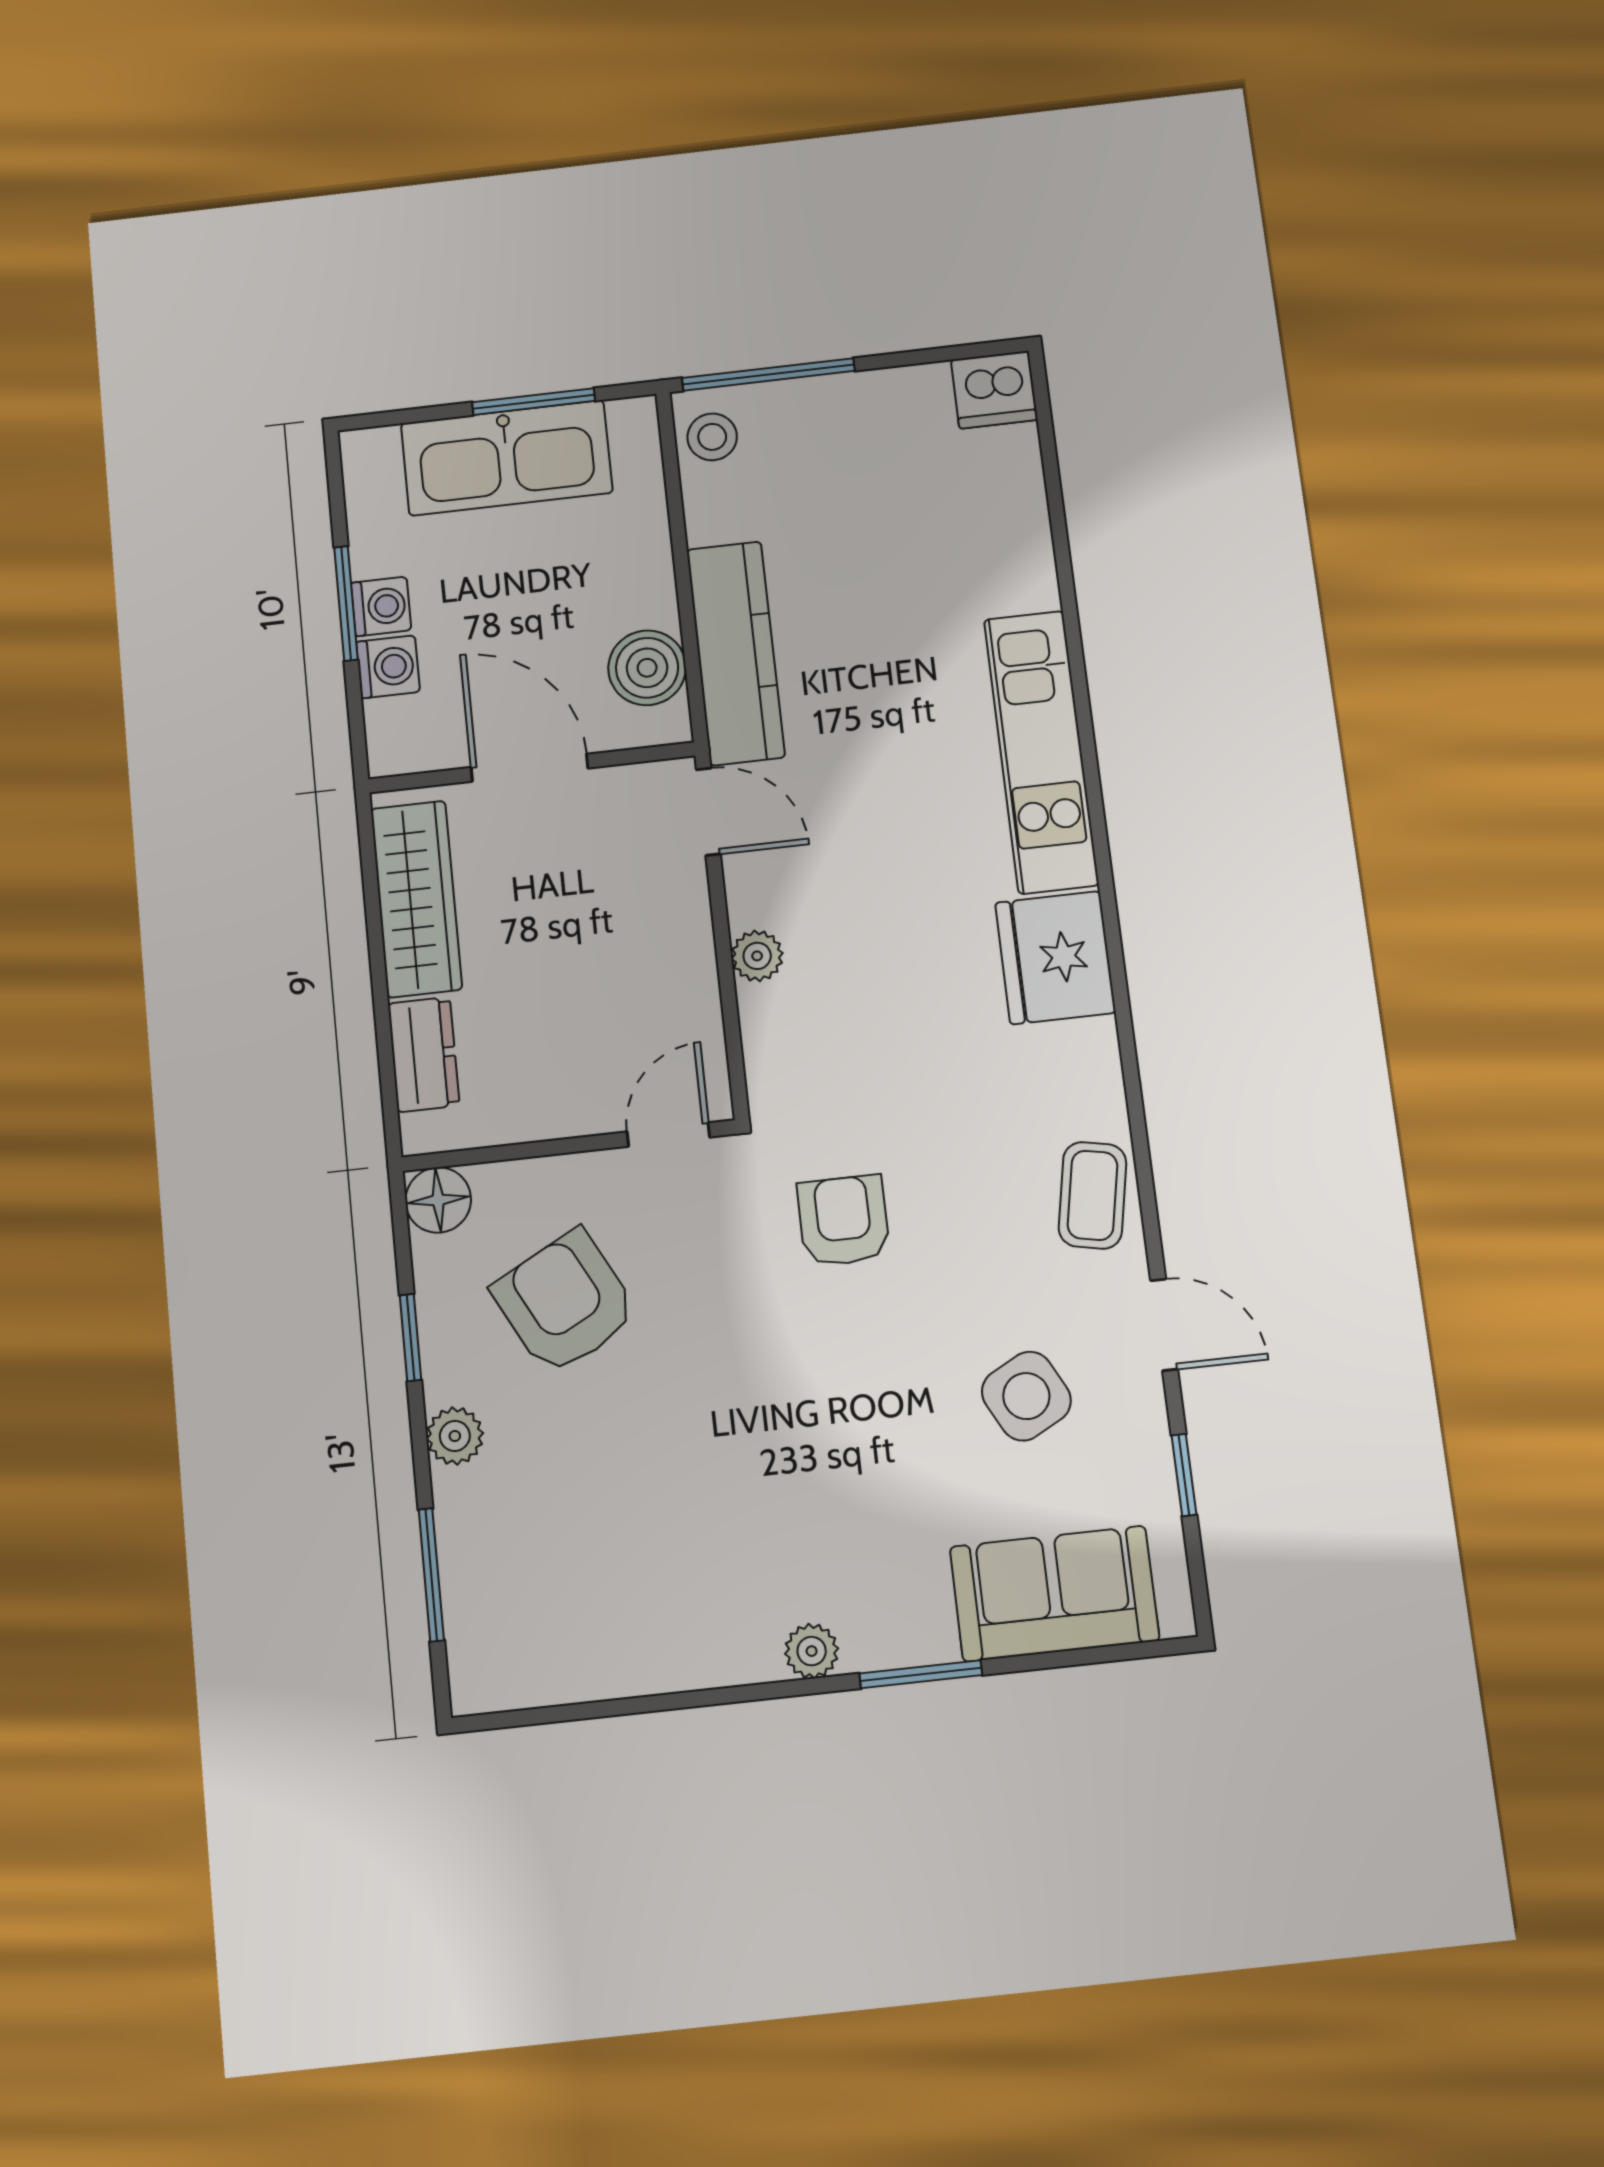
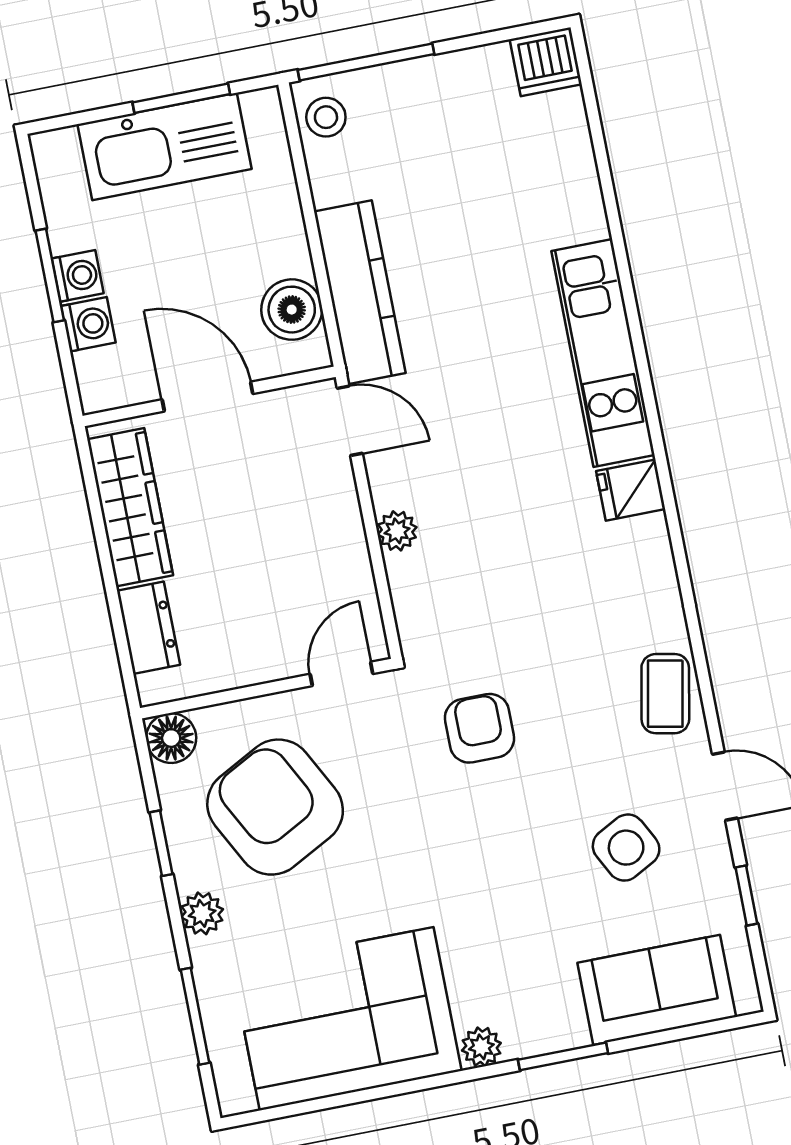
fridge: (1055, 958) -> (631, 490), width x0.53, depth x0.75
armchair: (565, 1302) -> (275, 807), width x1.36, depth x1.36
corner sofa: (633, 1596) -> (347, 1019), added

